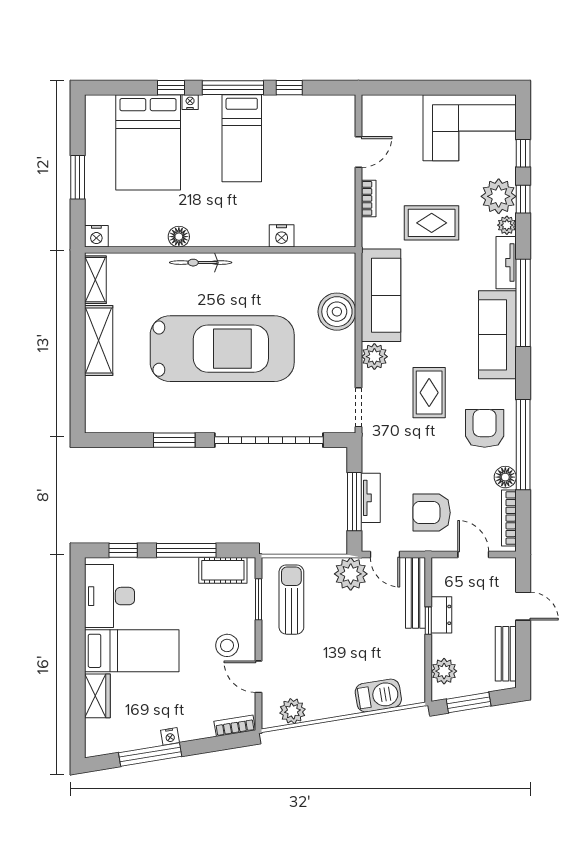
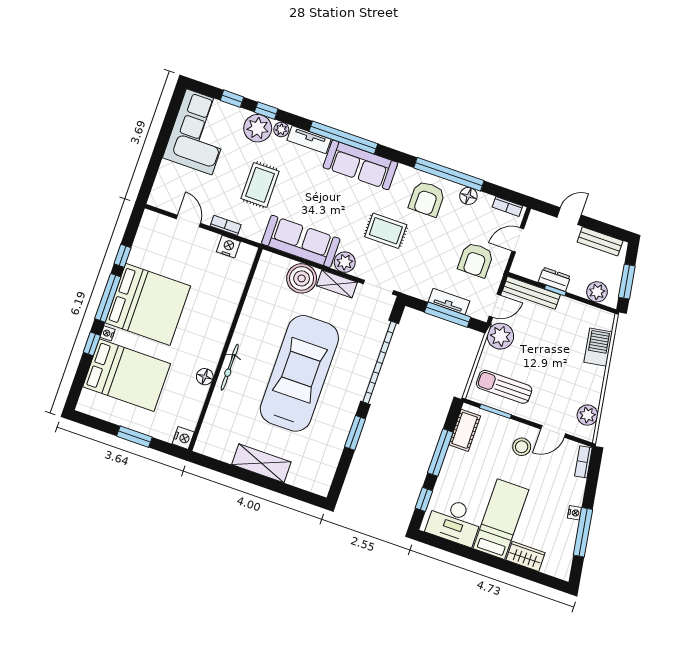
bed: (242, 138) -> (148, 304), width x2.04
nightstand: (282, 236) -> (228, 247), moved, turned -90
shelving: (95, 280) -> (337, 284), moved
armchair: (485, 428) -> (427, 199), turned -90
bookcase: (509, 518) -> (507, 206), width x0.64

